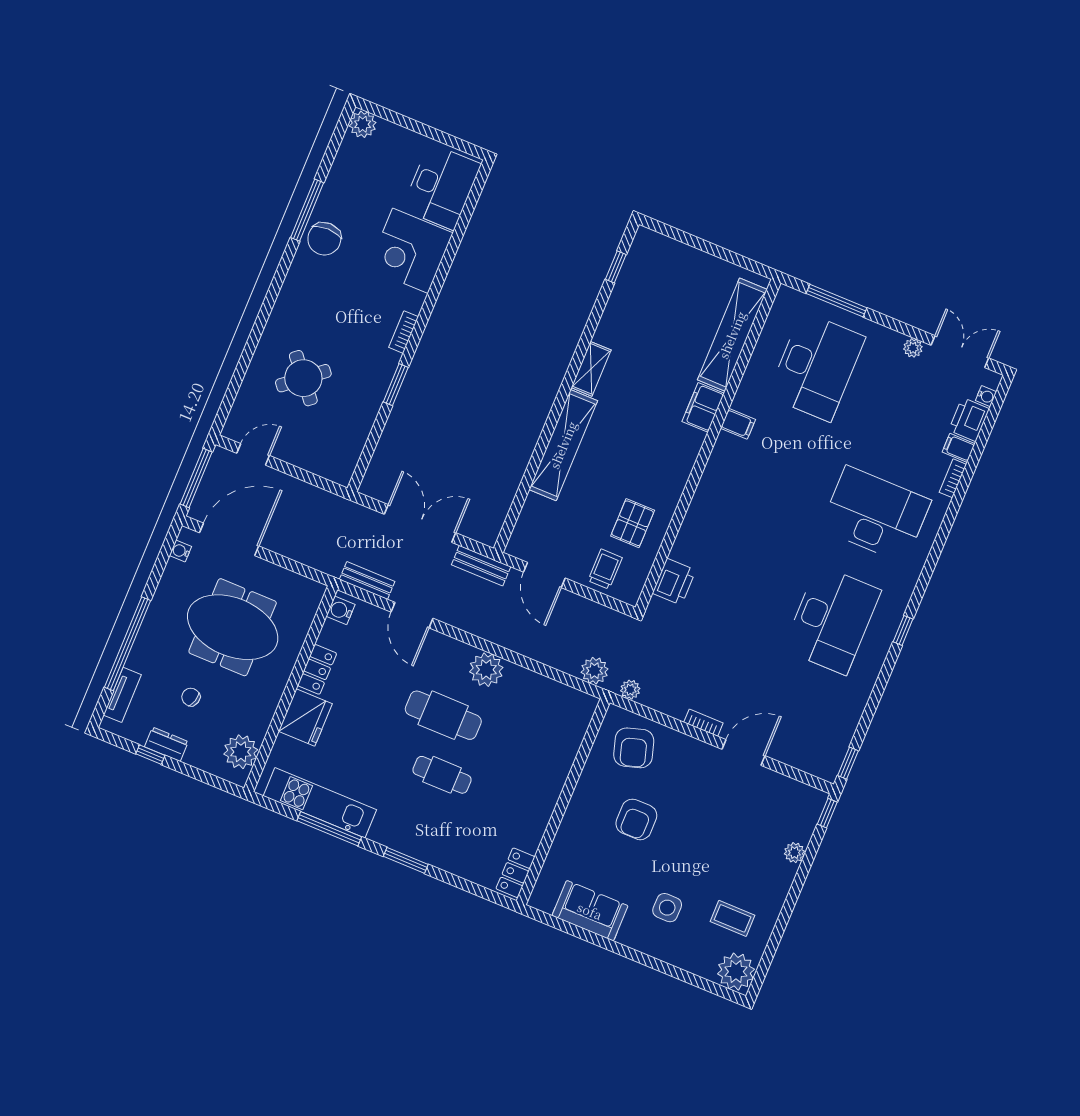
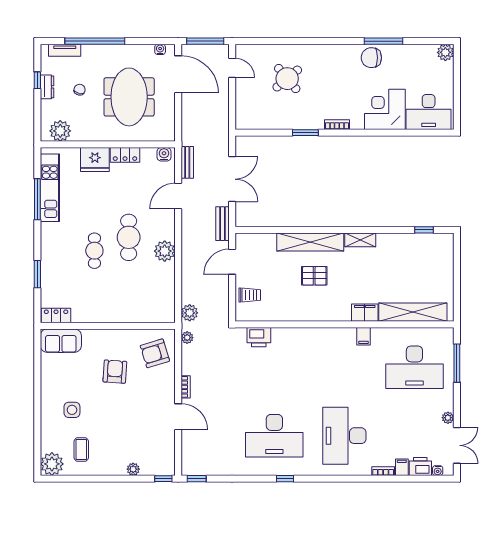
desk: (875, 514) -> (344, 436), turned 180
pallet: (633, 523) -> (314, 276), moved
armchair: (636, 819) -> (115, 372), turned 94
window: (406, 860) -> (37, 274), moved
sofa: (590, 911) -> (61, 341), moved, turned 90

